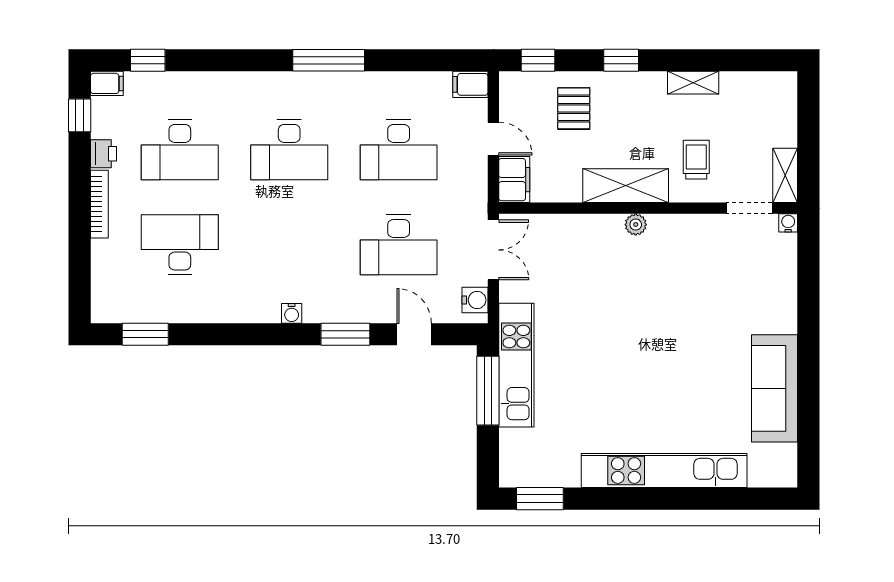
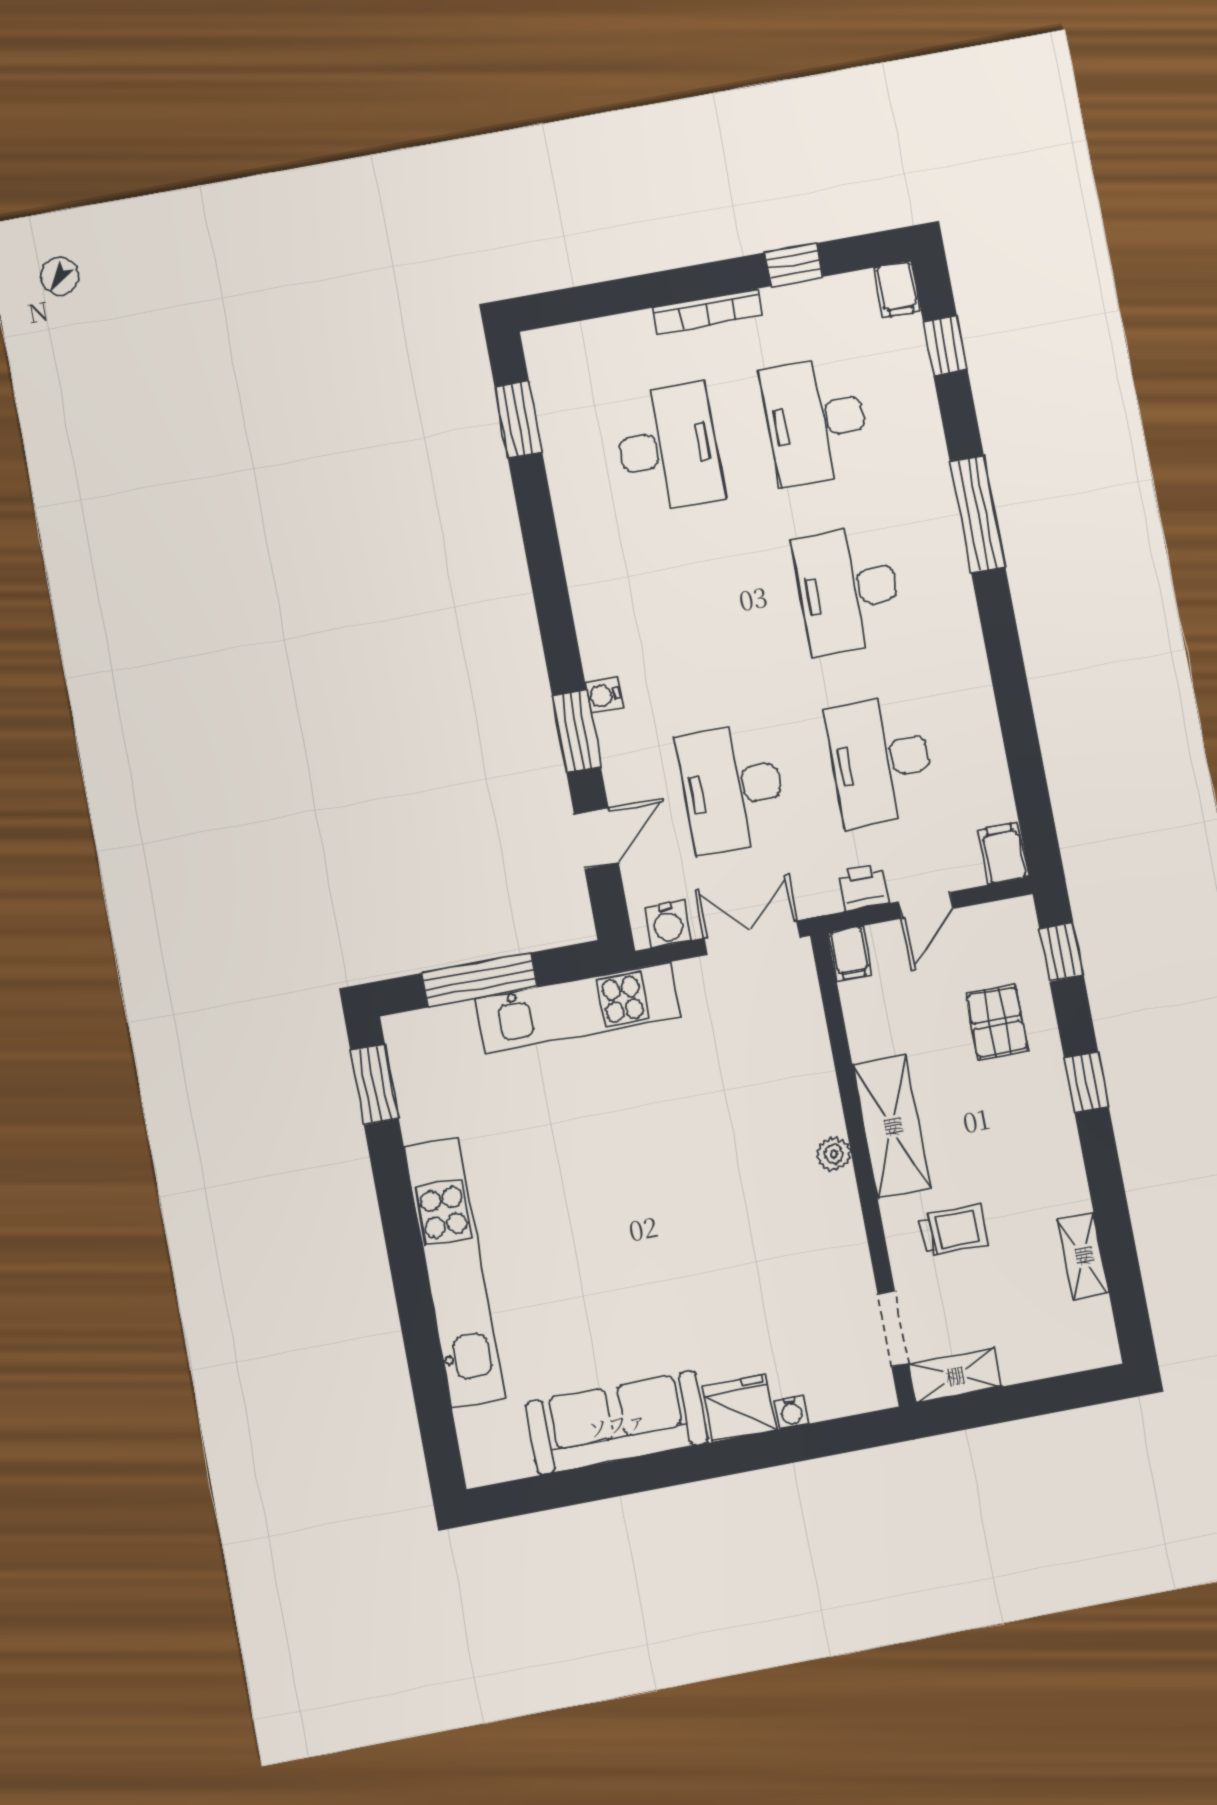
window: (329, 60) -> (977, 514), moved
shelving: (693, 83) -> (1083, 1256), moved
pallet: (574, 108) -> (997, 1022), turned 90
window: (80, 115) -> (794, 265), moved
printer: (103, 154) -> (863, 887), moved, turned 180
filing cabinet: (514, 180) -> (850, 953), width x0.50
water cooler: (788, 223) -> (792, 1412), moved, turned 90
double door: (493, 250) -> (752, 938), swing flipped
fridge: (780, 312) -> (739, 1408), added
water cooler: (292, 313) -> (604, 696), moved
window: (488, 391) -> (479, 980), moved

